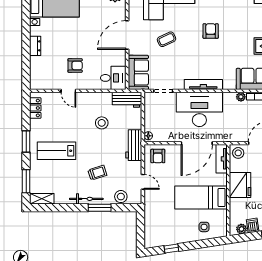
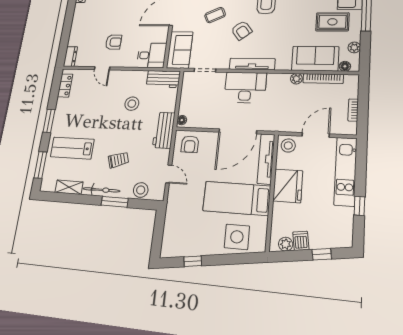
dresser: (35, 46) -> (70, 56), moved
armchair: (191, 54) -> (242, 30), added
desk: (199, 109) -> (245, 87), width x0.73, depth x0.77
lab bench: (57, 151) -> (72, 148), moved
tv unit: (222, 159) -> (266, 159), width x1.41
shelving: (42, 199) -> (69, 187), moved
side table: (204, 227) -> (237, 237), width x1.87, depth x1.87

